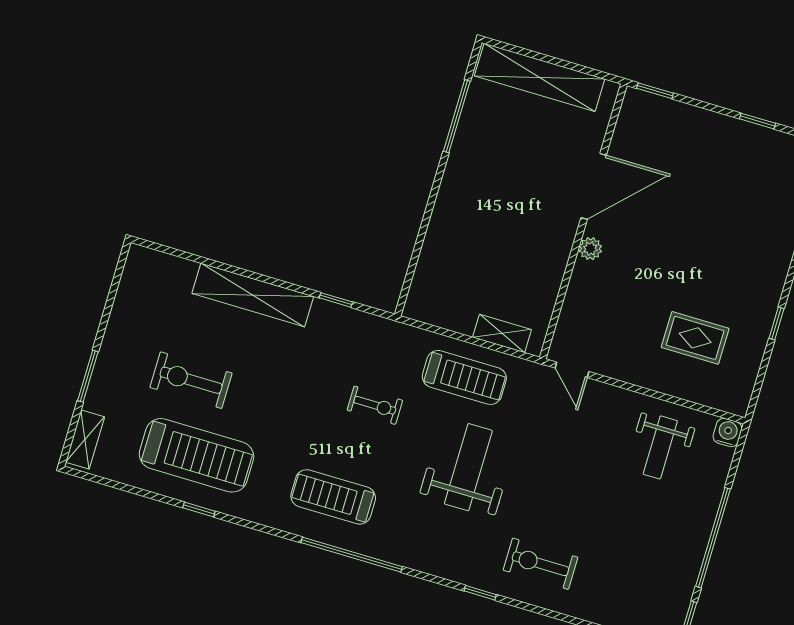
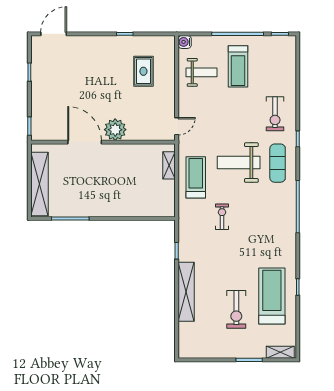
plant: (590, 249) -> (115, 130), width x1.88, depth x1.88
treadmill: (333, 497) -> (238, 66), moved
exercise mat: (445, 541) -> (278, 163), added

